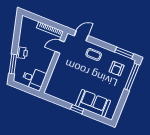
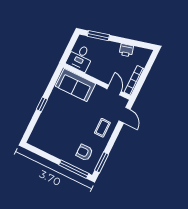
printer: (22, 53) -> (126, 50), moved
sofa: (93, 103) -> (75, 85), moved, turned 90

